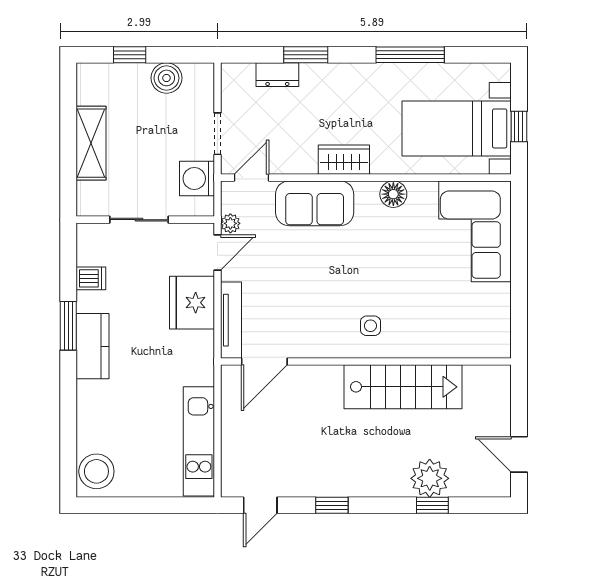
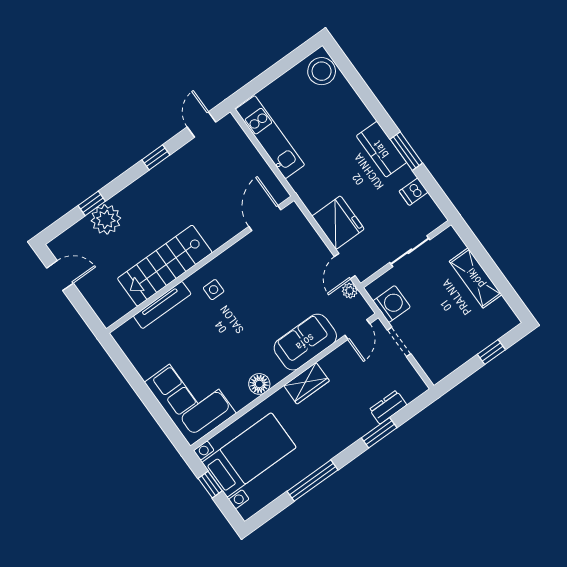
boiler: (166, 78) -> (457, 354), removed
tv unit: (231, 320) -> (162, 305), moved, turned -90

